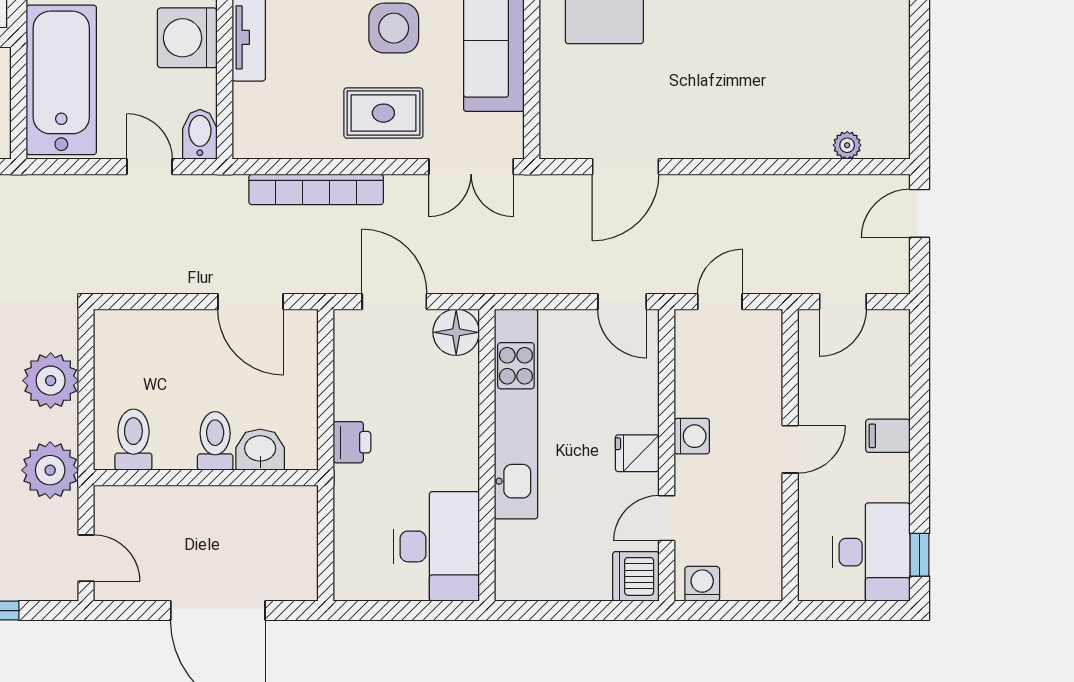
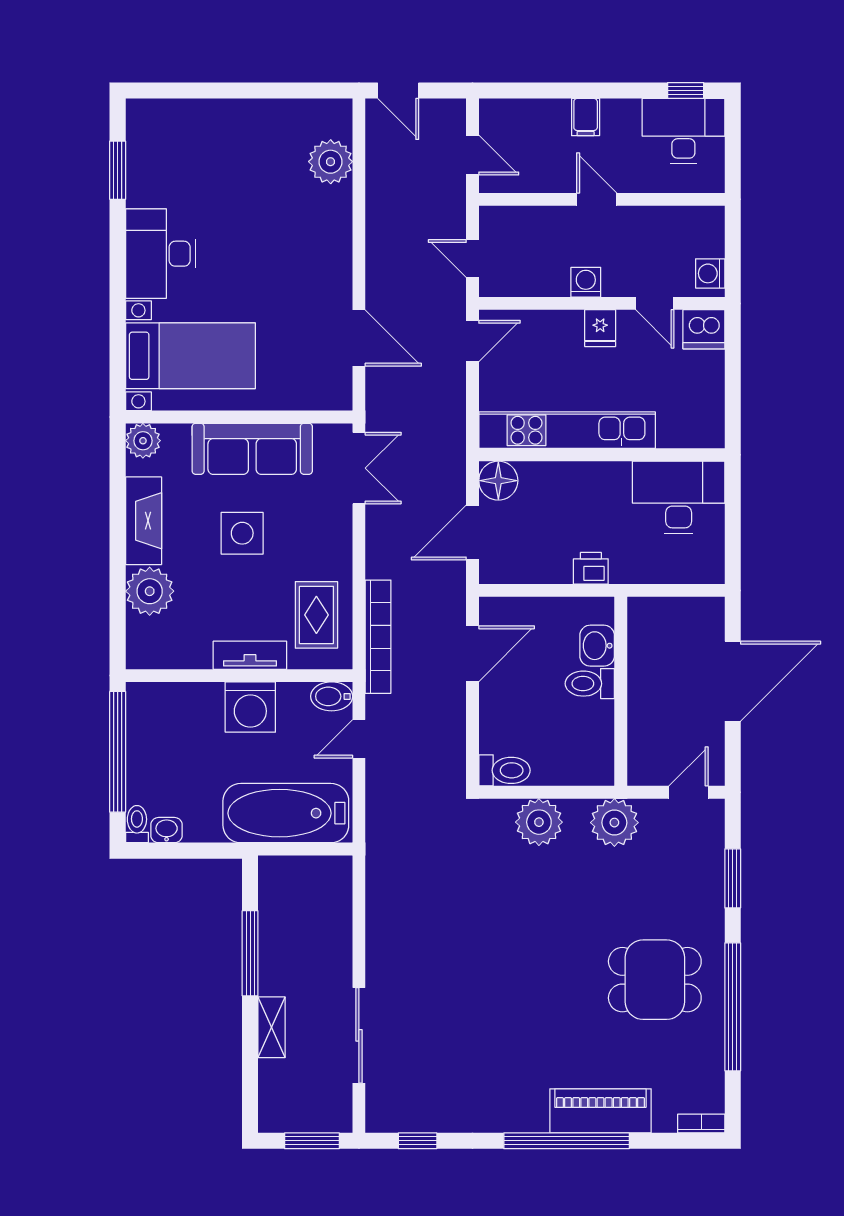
rug: (383, 113) -> (316, 615), moved
plant: (847, 145) -> (331, 162), width x1.88, depth x1.88
bookcase: (316, 189) -> (378, 637), moved
toilet: (133, 440) -> (504, 770), moved, turned 180

